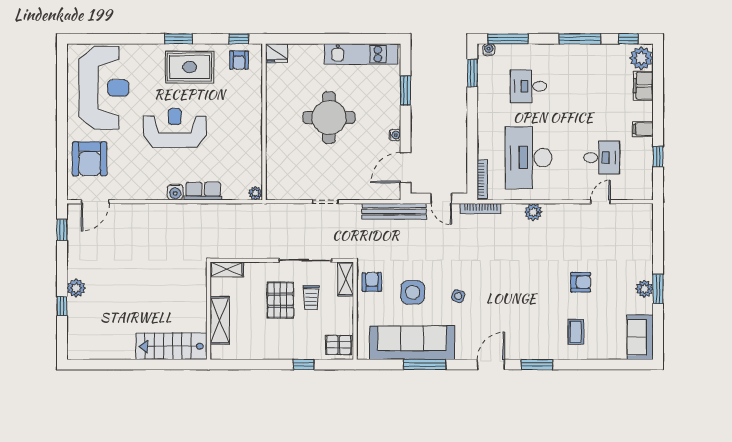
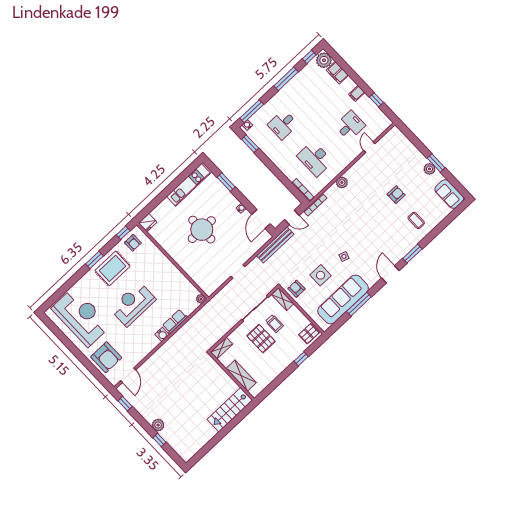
desk: (529, 158) -> (315, 159), width x0.73, depth x0.77

